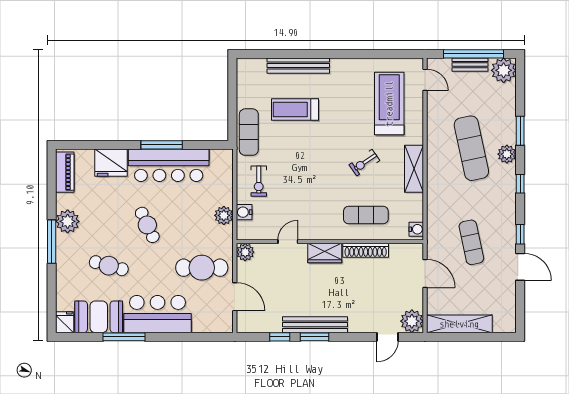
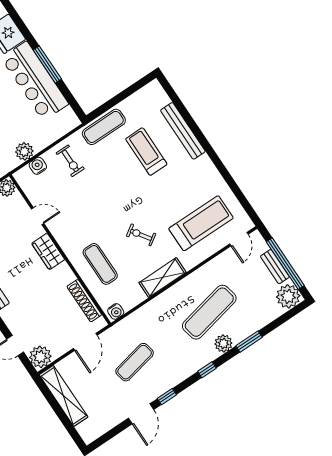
exercise bike: (259, 181) -> (70, 161), turned -90
shoe rack: (366, 250) -> (84, 301), moved

